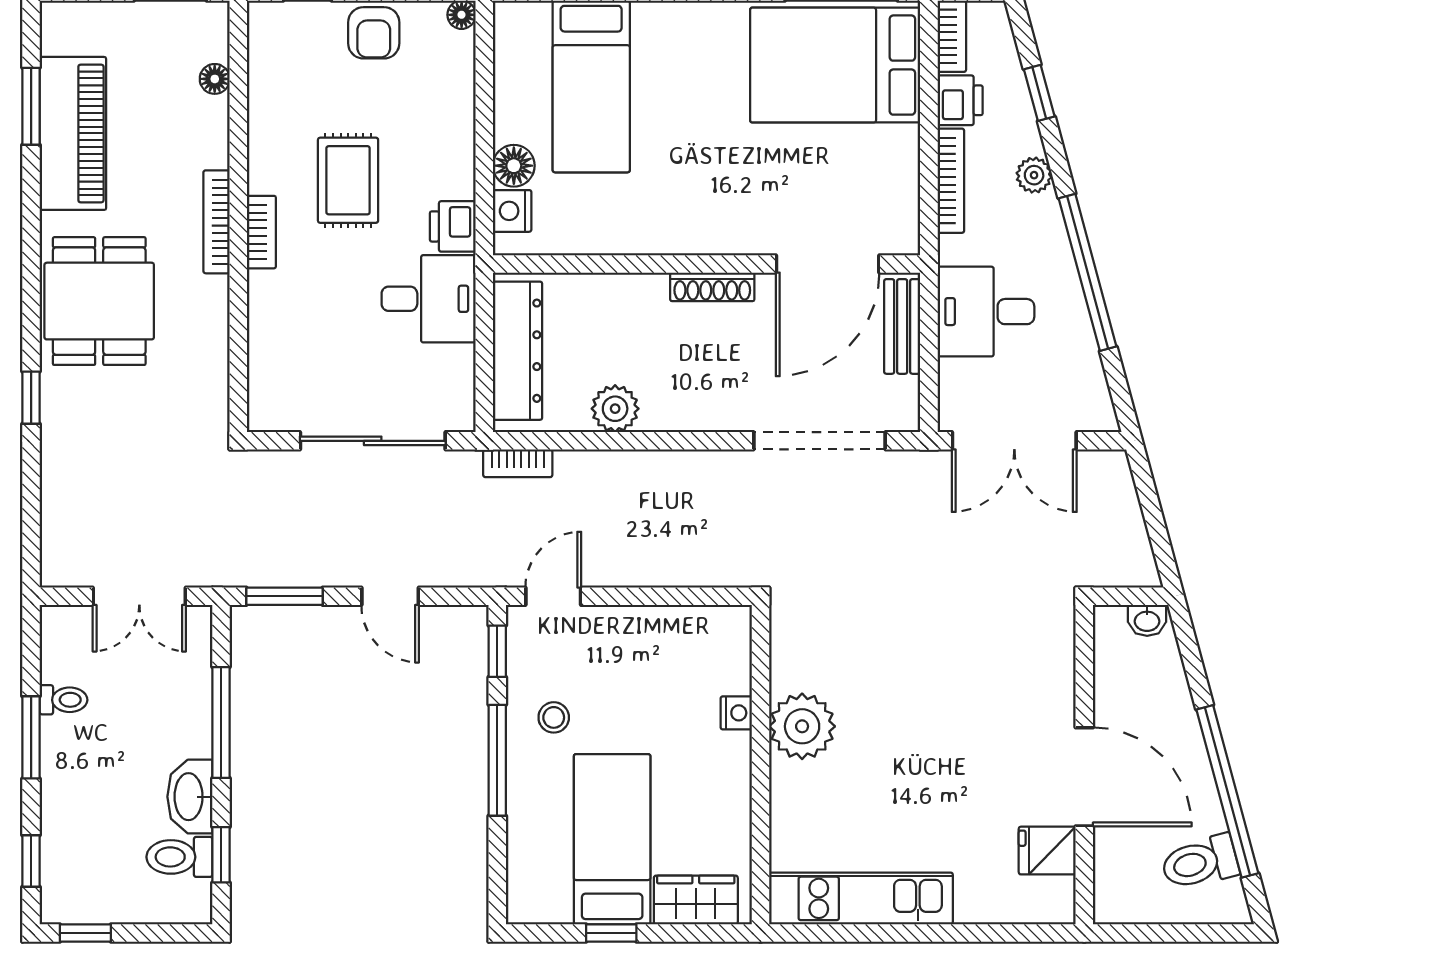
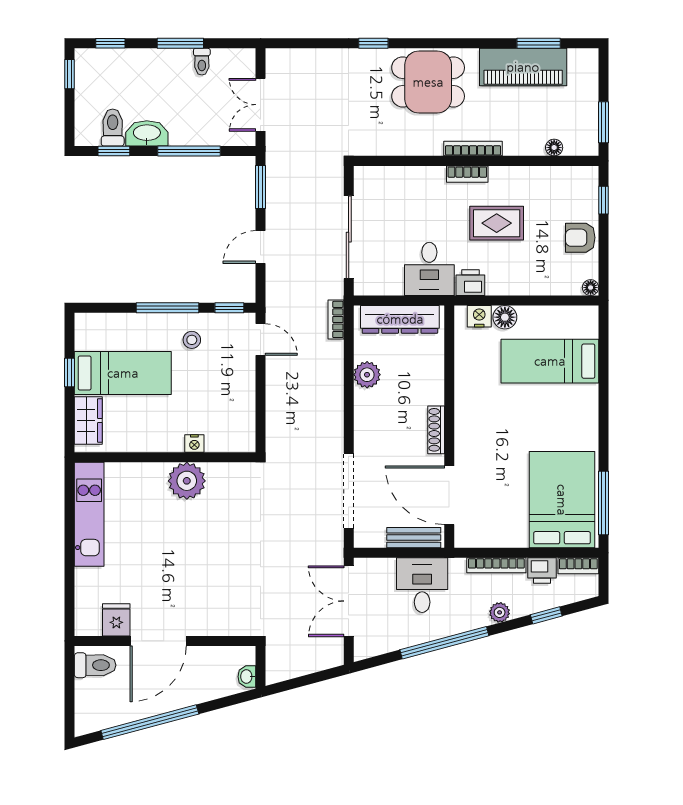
toilet: (1200, 862) -> (95, 665), moved, turned 105

